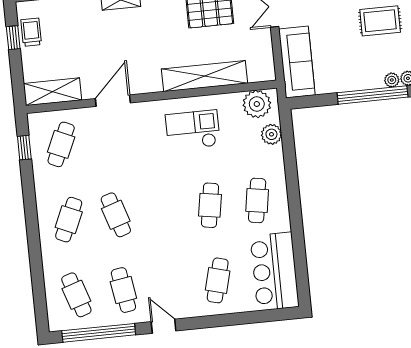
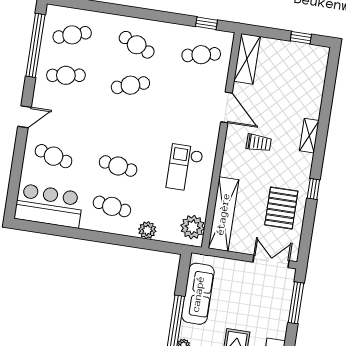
trolley: (31, 32) -> (259, 143), moved
sofa: (297, 62) -> (198, 294), moved, turned -90
shelving: (205, 76) -> (223, 214), moved
checkout: (193, 130) -> (185, 168), turned 180
plant: (271, 134) -> (147, 230), moved
cafe table: (61, 144) -> (201, 55), turned -36
door: (164, 326) -> (25, 117), moved

